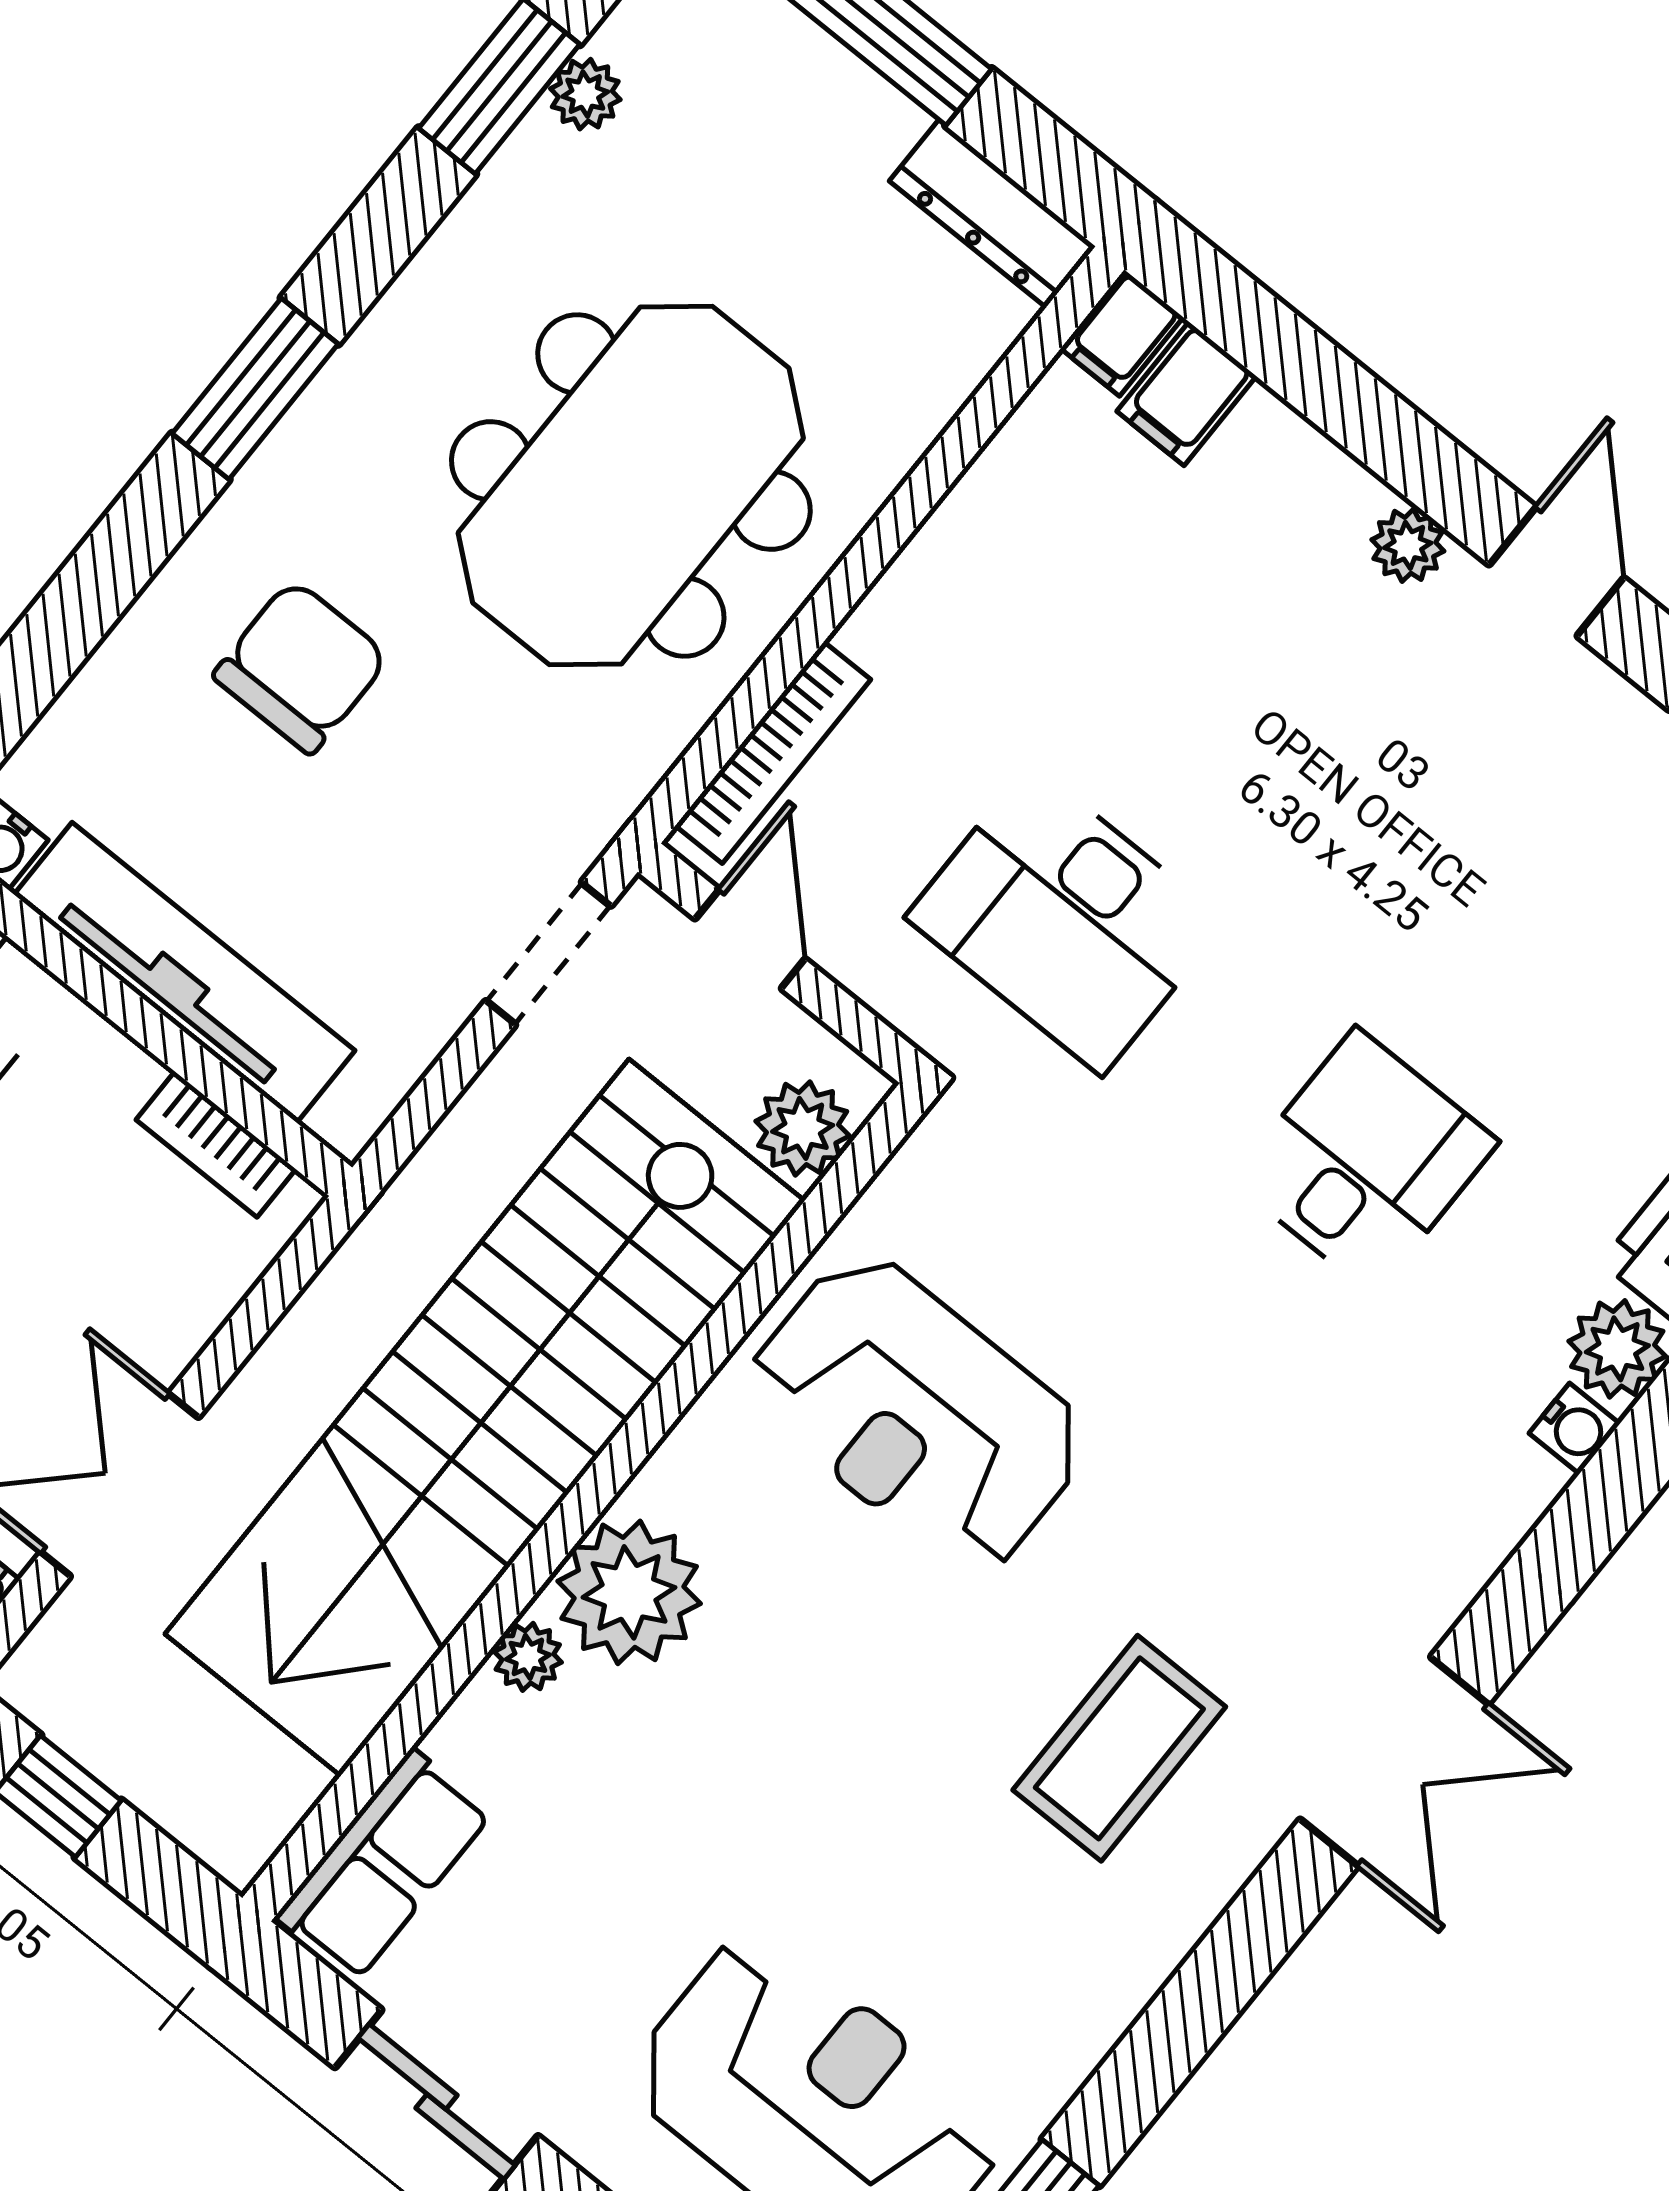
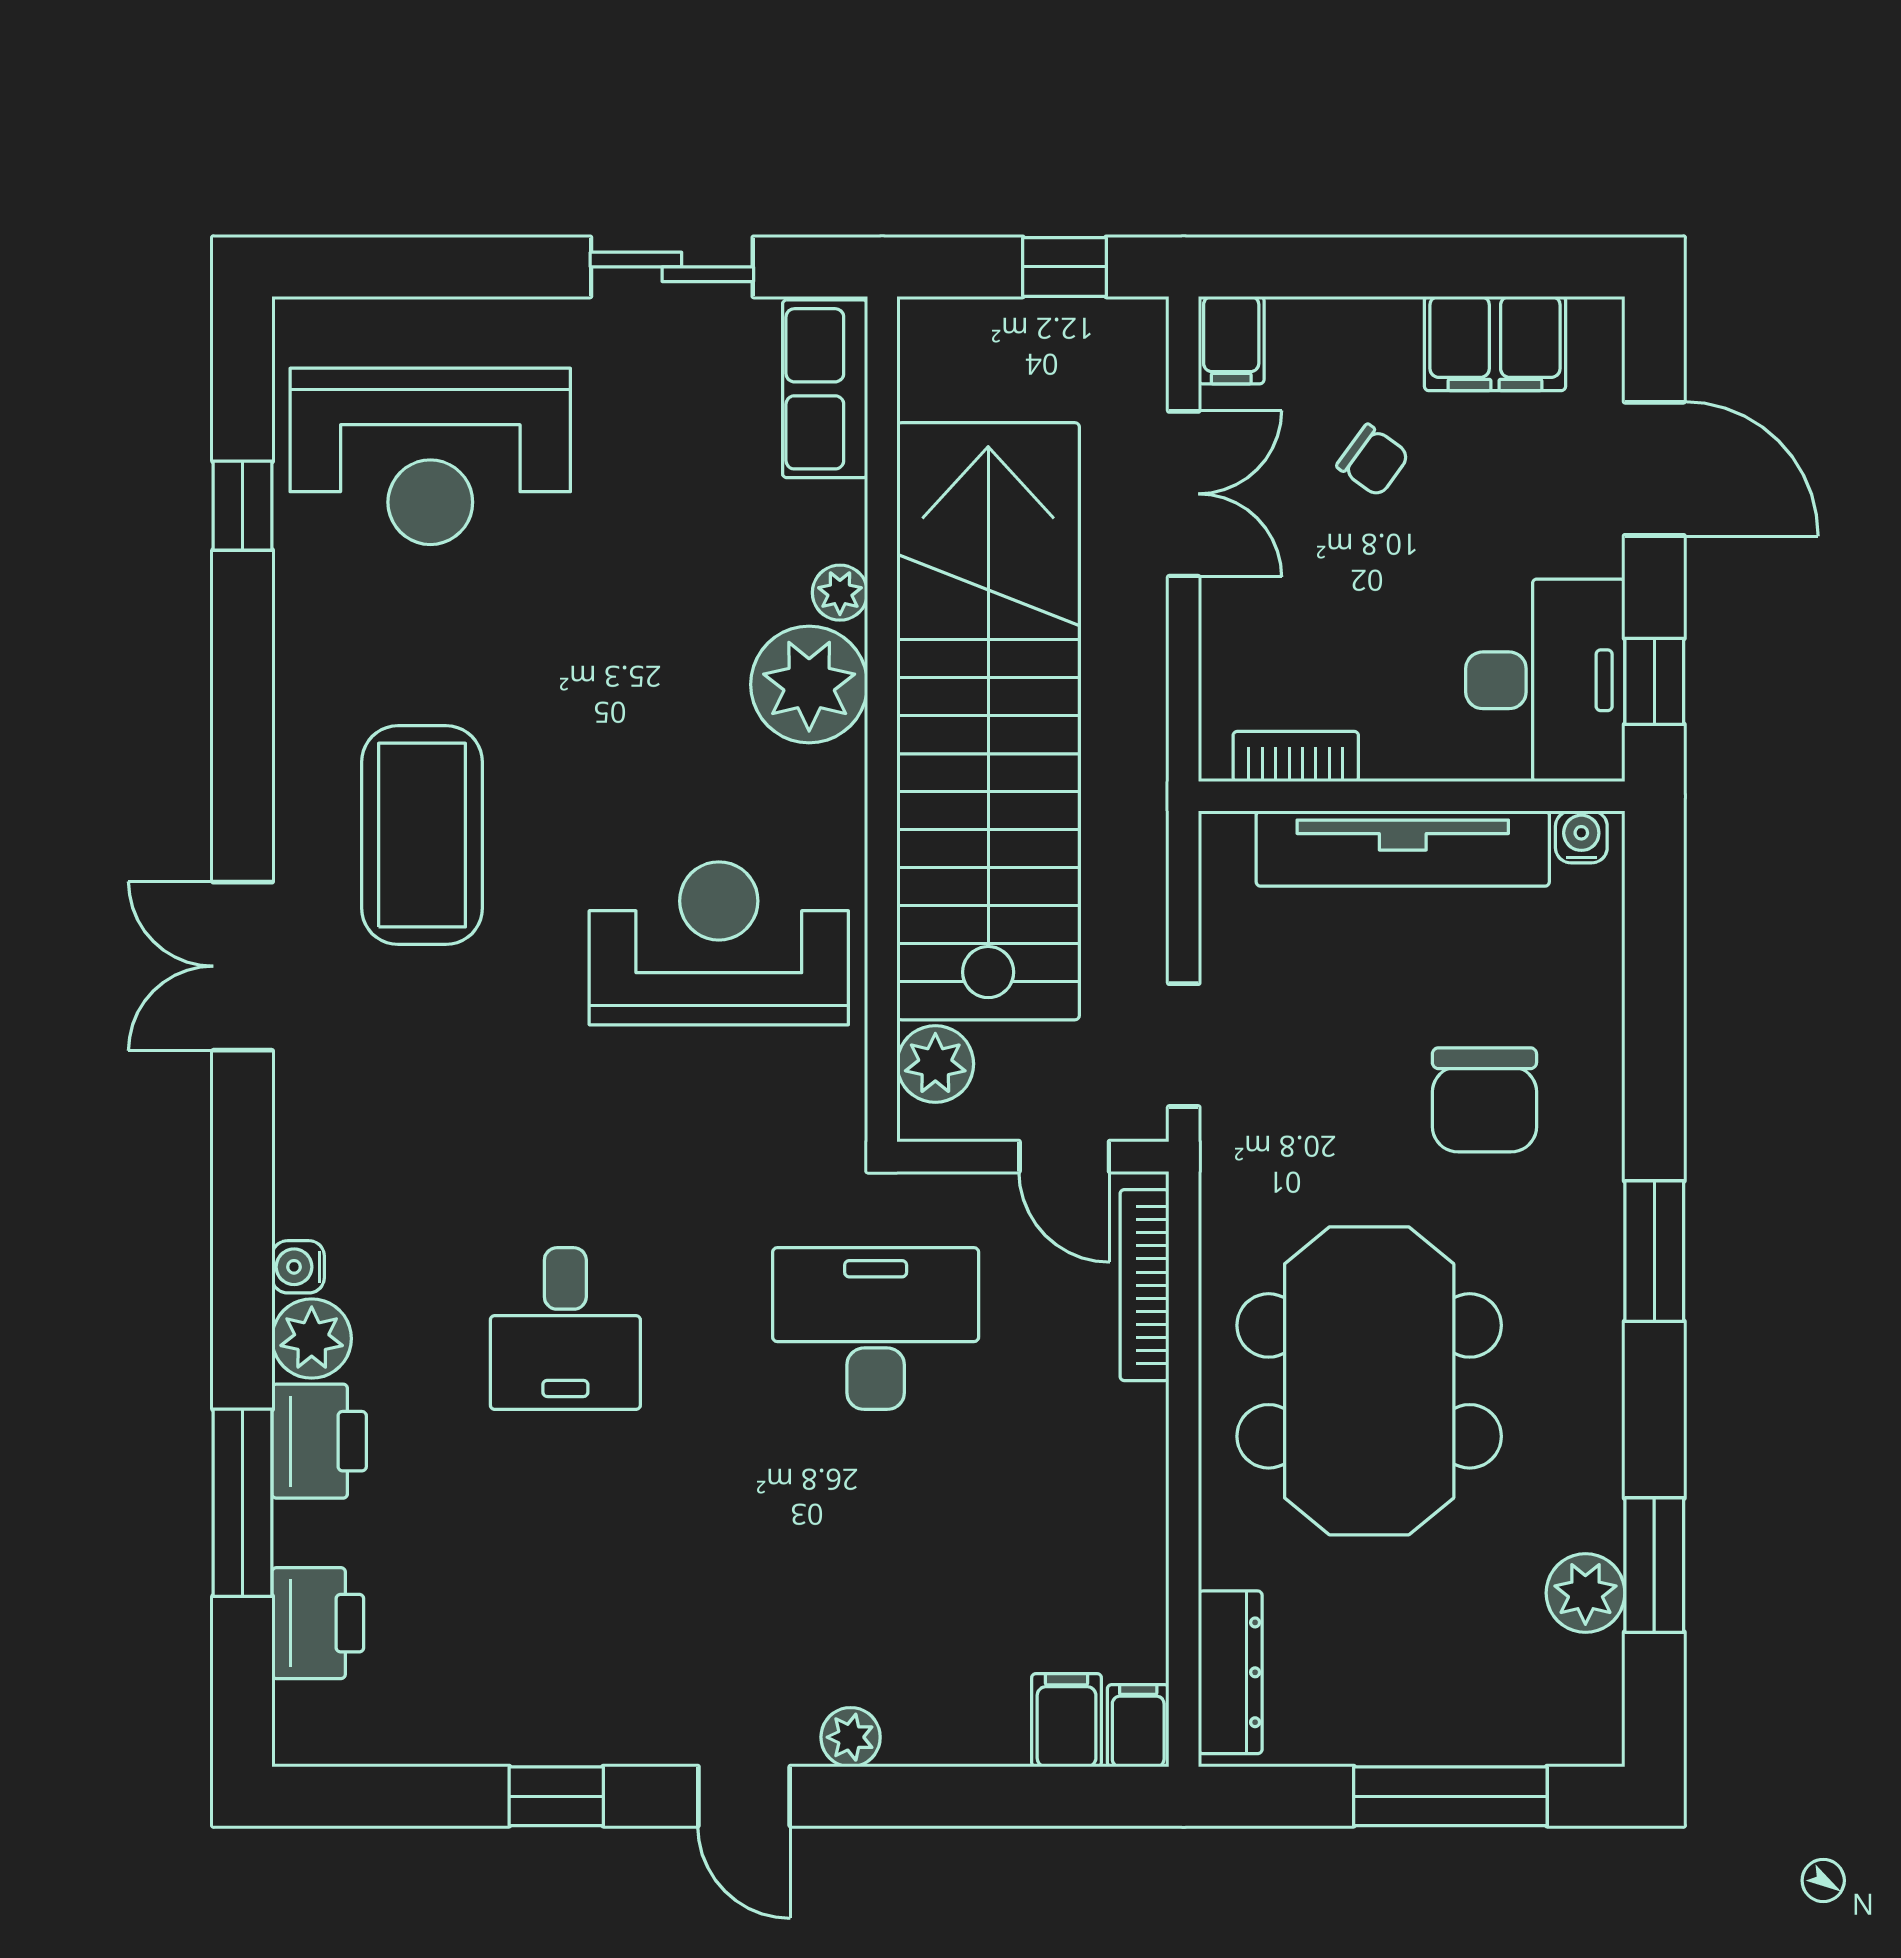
plant: (585, 94) -> (1585, 1593), width x1.38, depth x1.38
dresser: (992, 214) -> (1230, 1672), moved, turned 90
coffee table: (1119, 1748) -> (422, 835), width x1.36, depth x1.32

